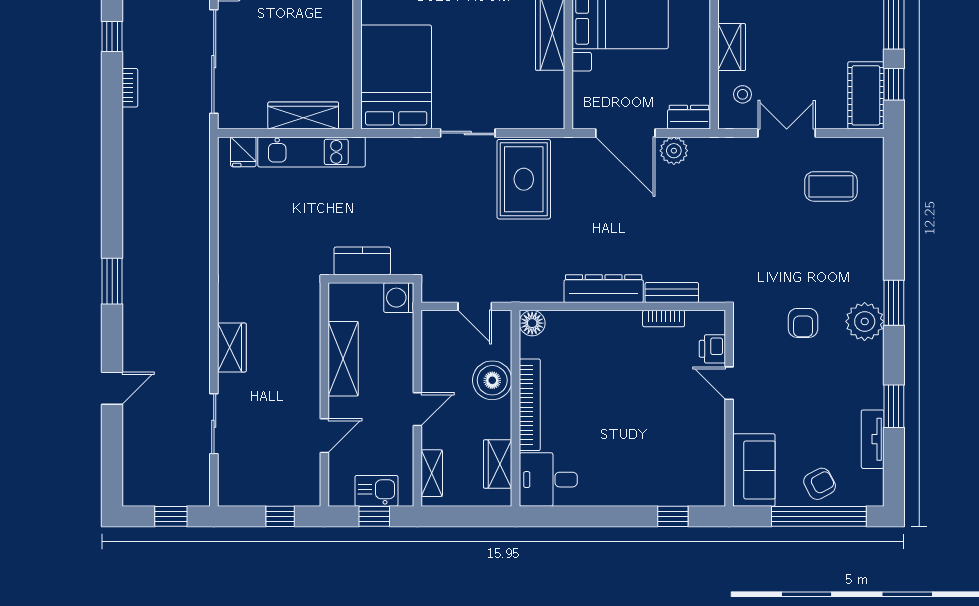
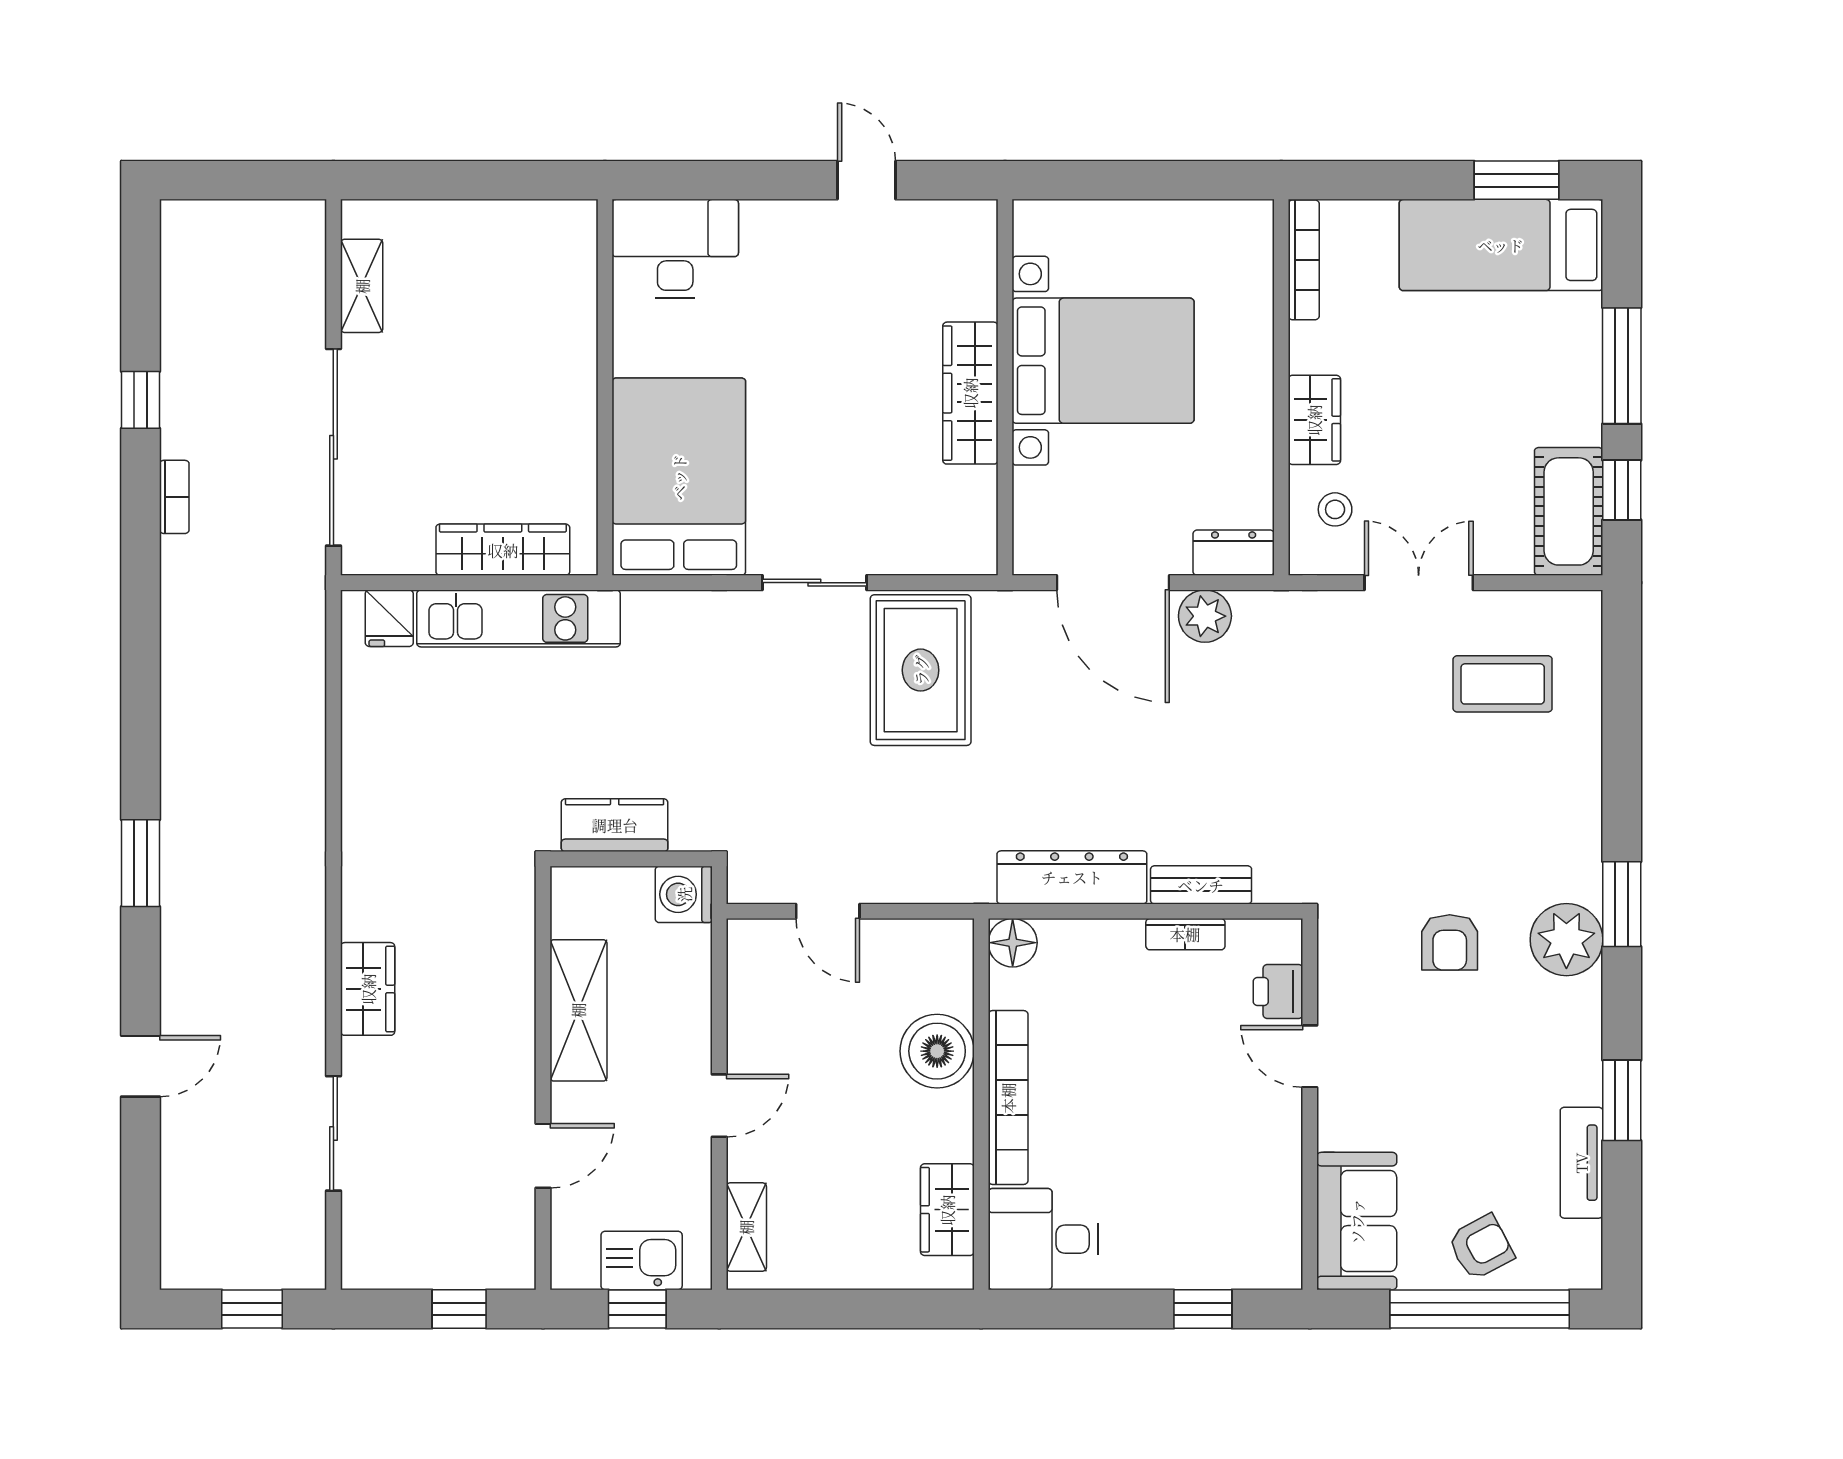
floor lamp: (532, 323) -> (1013, 943), moved
boiler: (492, 380) -> (937, 1051), moved
bookcase: (530, 405) -> (1008, 1098), moved
wall: (516, 408) -> (981, 1104), moved
wardrobe: (498, 464) -> (947, 1210), moved
desk: (548, 480) -> (1043, 1239), moved

